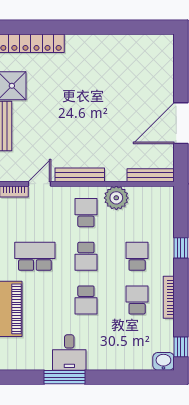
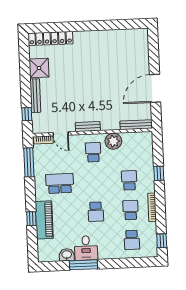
bench: (80, 175) -> (88, 127), width x0.73
door: (39, 184) -> (61, 134), swing flipped
school desk: (86, 256) -> (132, 240), moved
washbasin: (163, 361) -> (67, 255), moved

